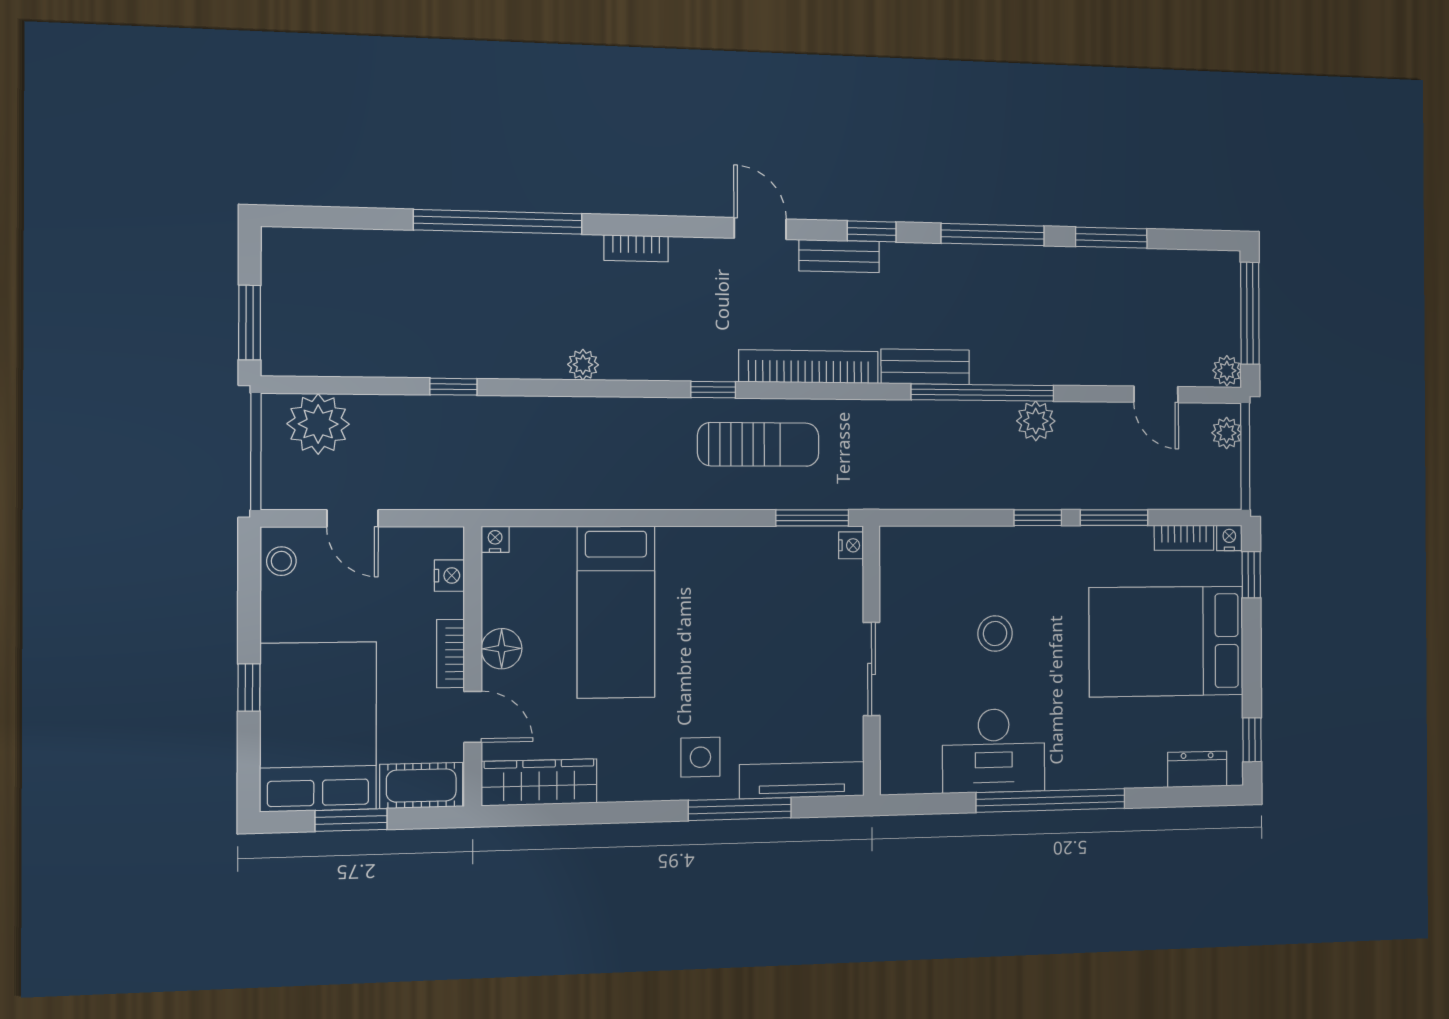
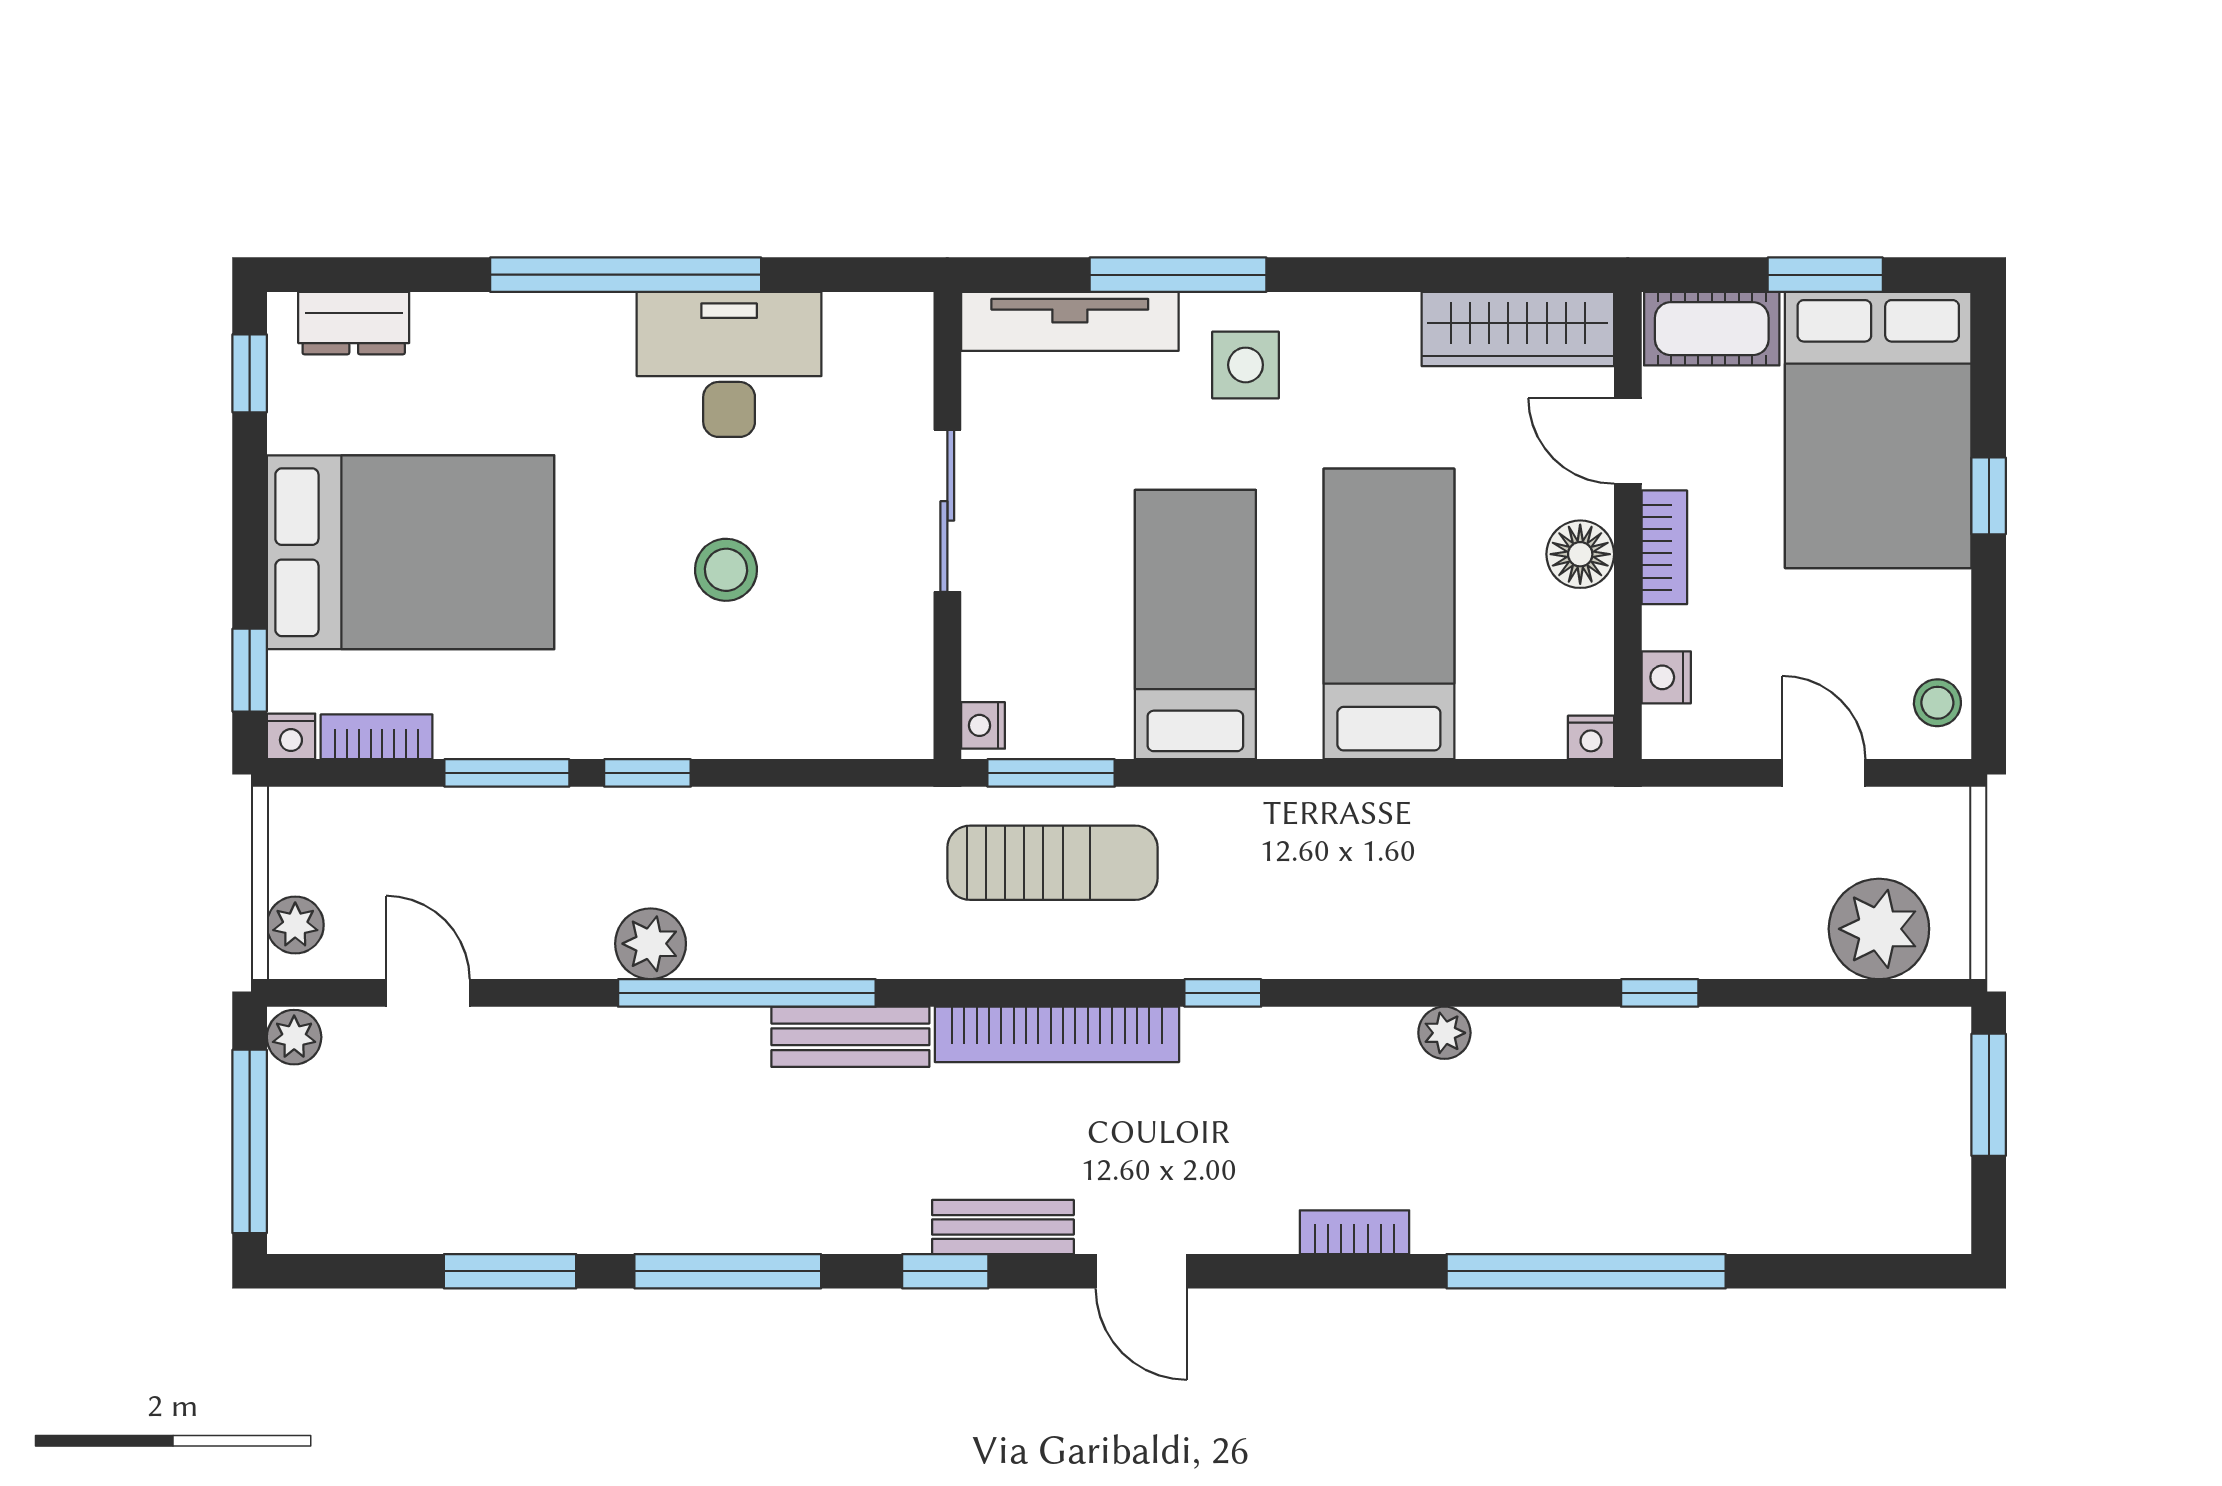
sun lounger: (758, 444) -> (1052, 863), moved, turned 180
bed: (729, 605) -> (1195, 625), added

